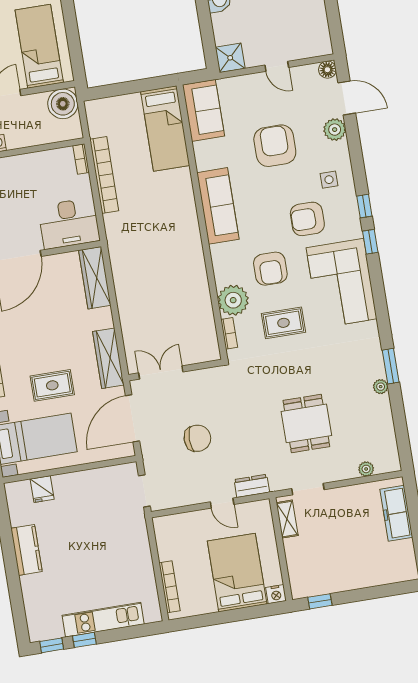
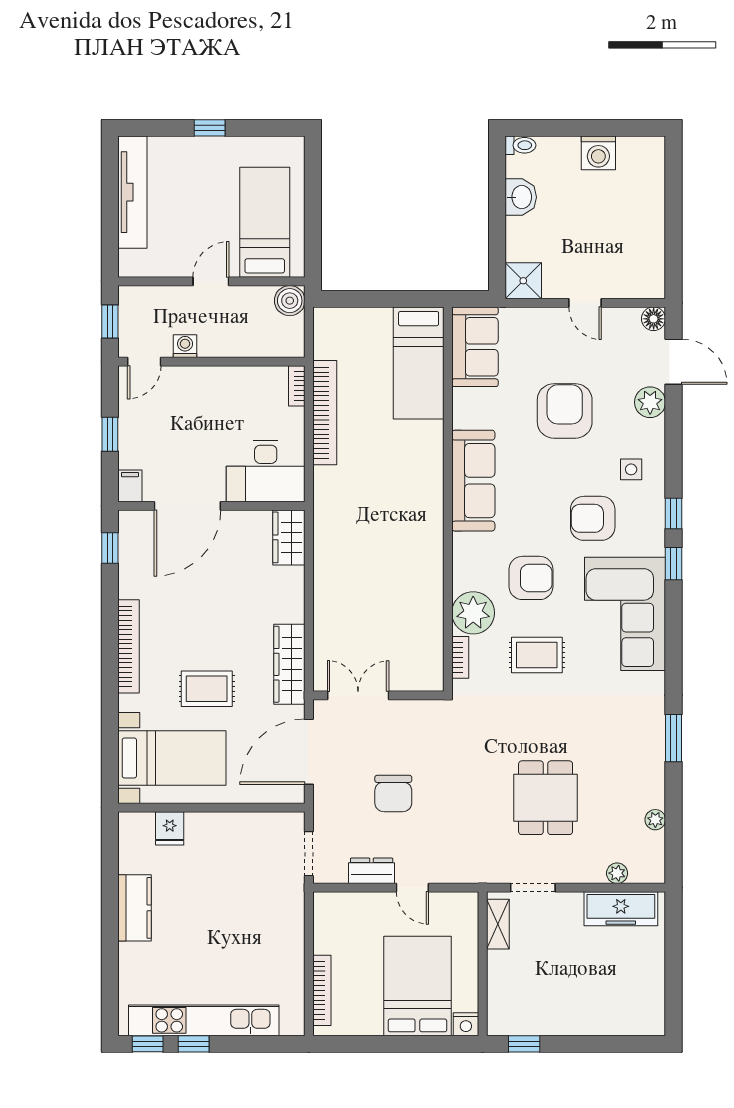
boiler: (63, 104) -> (290, 301), width x0.73, depth x0.73
armchair: (270, 269) -> (531, 578), turned -90
wardrobe: (95, 278) -> (289, 537), width x0.67
plant: (381, 387) -> (655, 820), moved
chair: (197, 438) -> (393, 794), turned 90
dresser: (252, 486) -> (372, 871), moved
freezer: (396, 513) -> (621, 909), moved, turned -90
kitchen unit: (103, 620) -> (204, 1020), width x1.36

